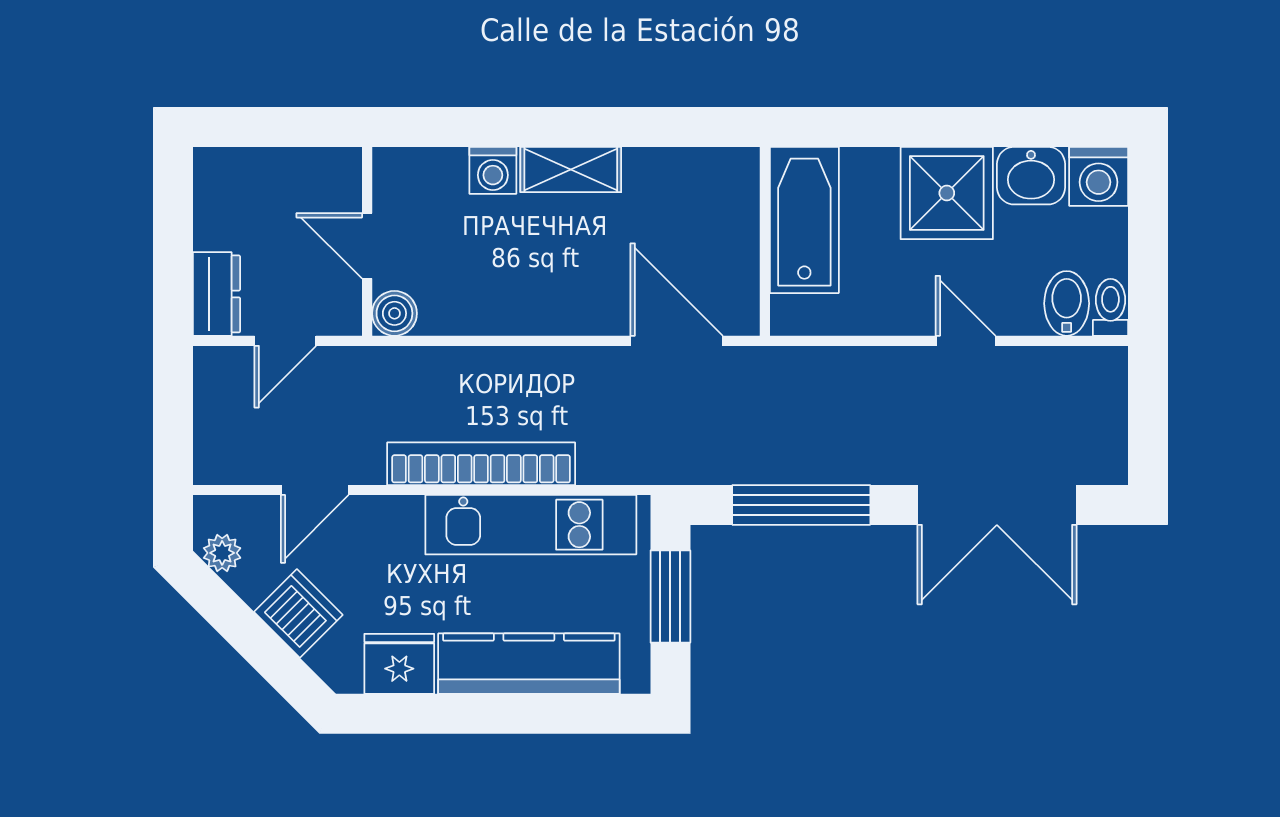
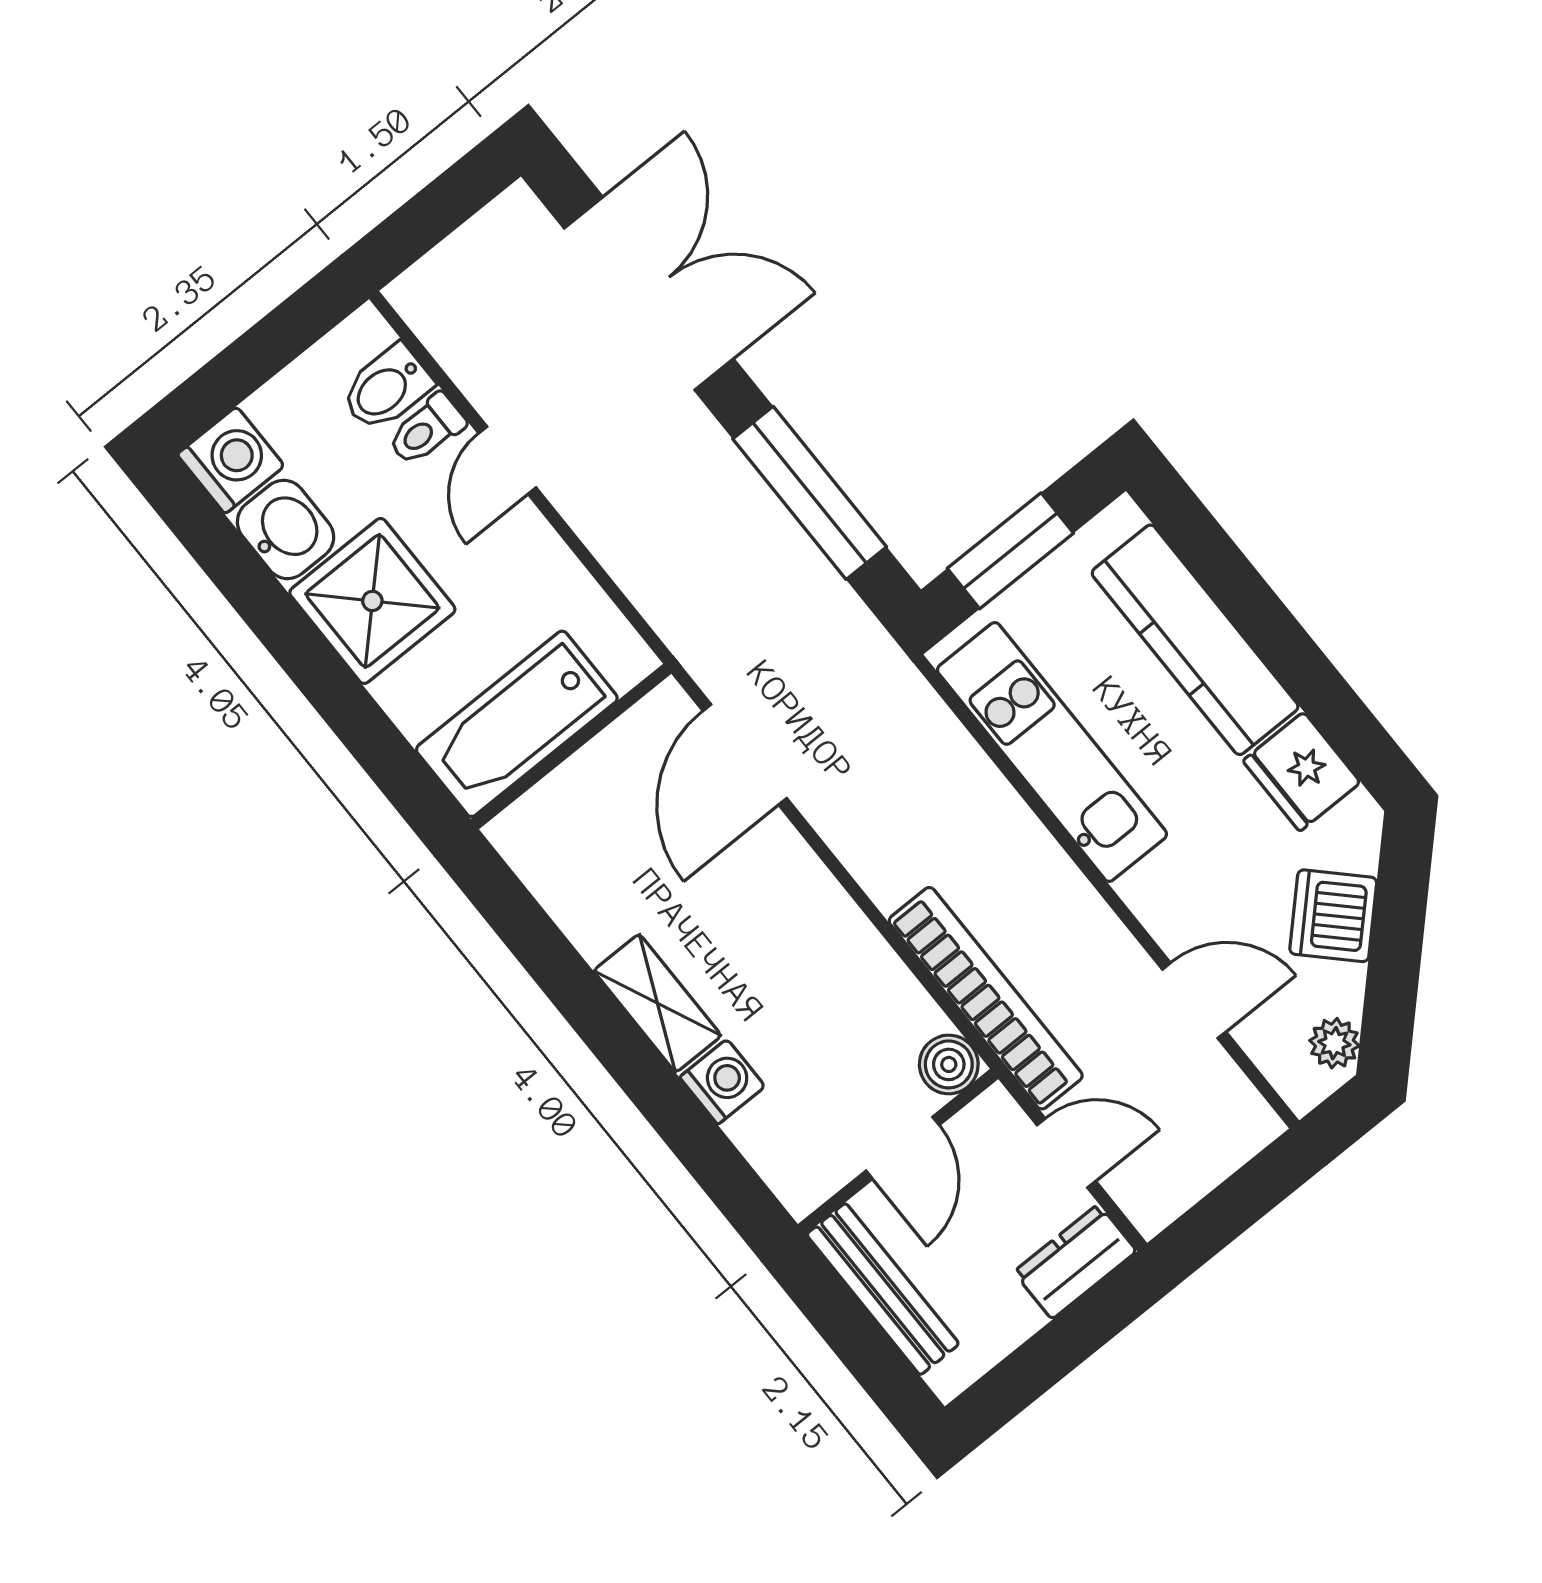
bench: (293, 166) -> (883, 1289), added
toilet: (1110, 307) -> (426, 430), moved
bookcase: (481, 464) -> (986, 998), moved, turned 180

